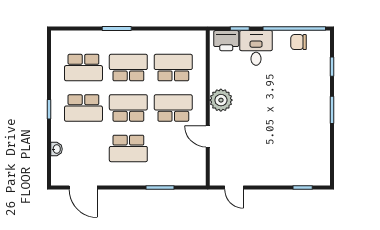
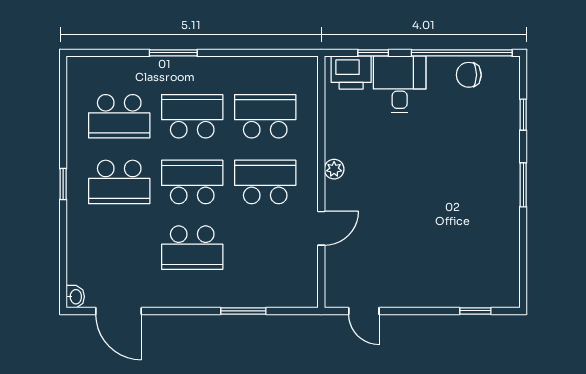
plant: (221, 100) -> (334, 169), width x0.53, depth x0.53
door: (208, 136) -> (321, 228), swing flipped
washbasin: (56, 149) -> (75, 297), moved

